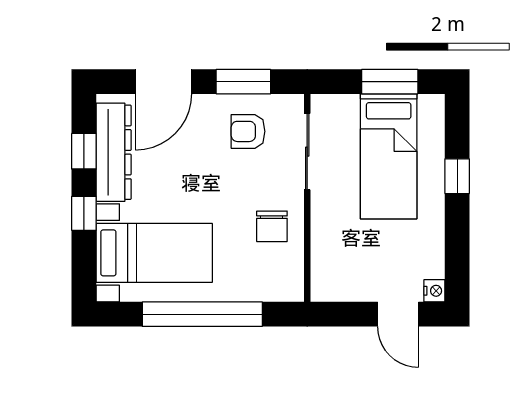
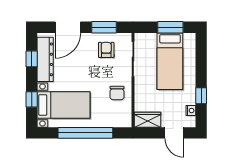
armchair: (248, 131) -> (106, 50), turned 90
window: (457, 176) -> (201, 96), moved
window: (84, 213) -> (32, 99), moved
wardrobe: (339, 285) -> (148, 120), added
nightstand: (434, 291) -> (191, 111), moved

